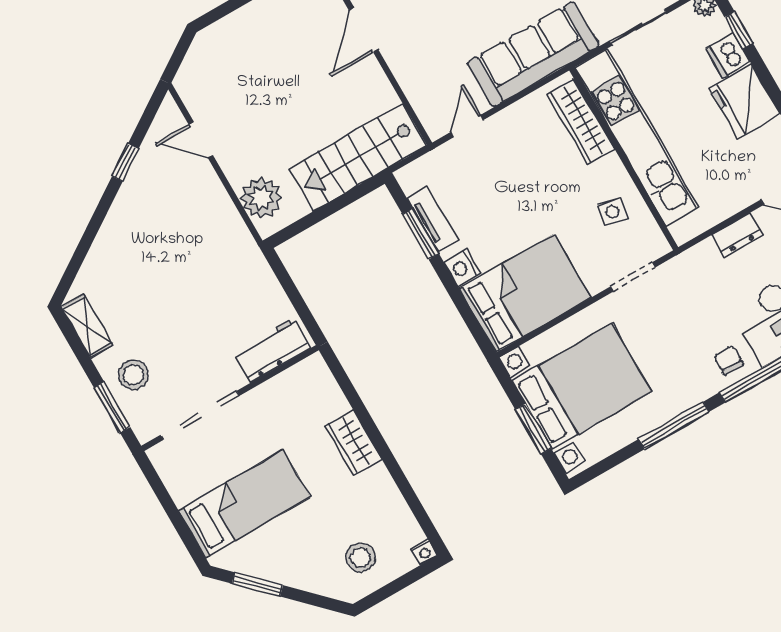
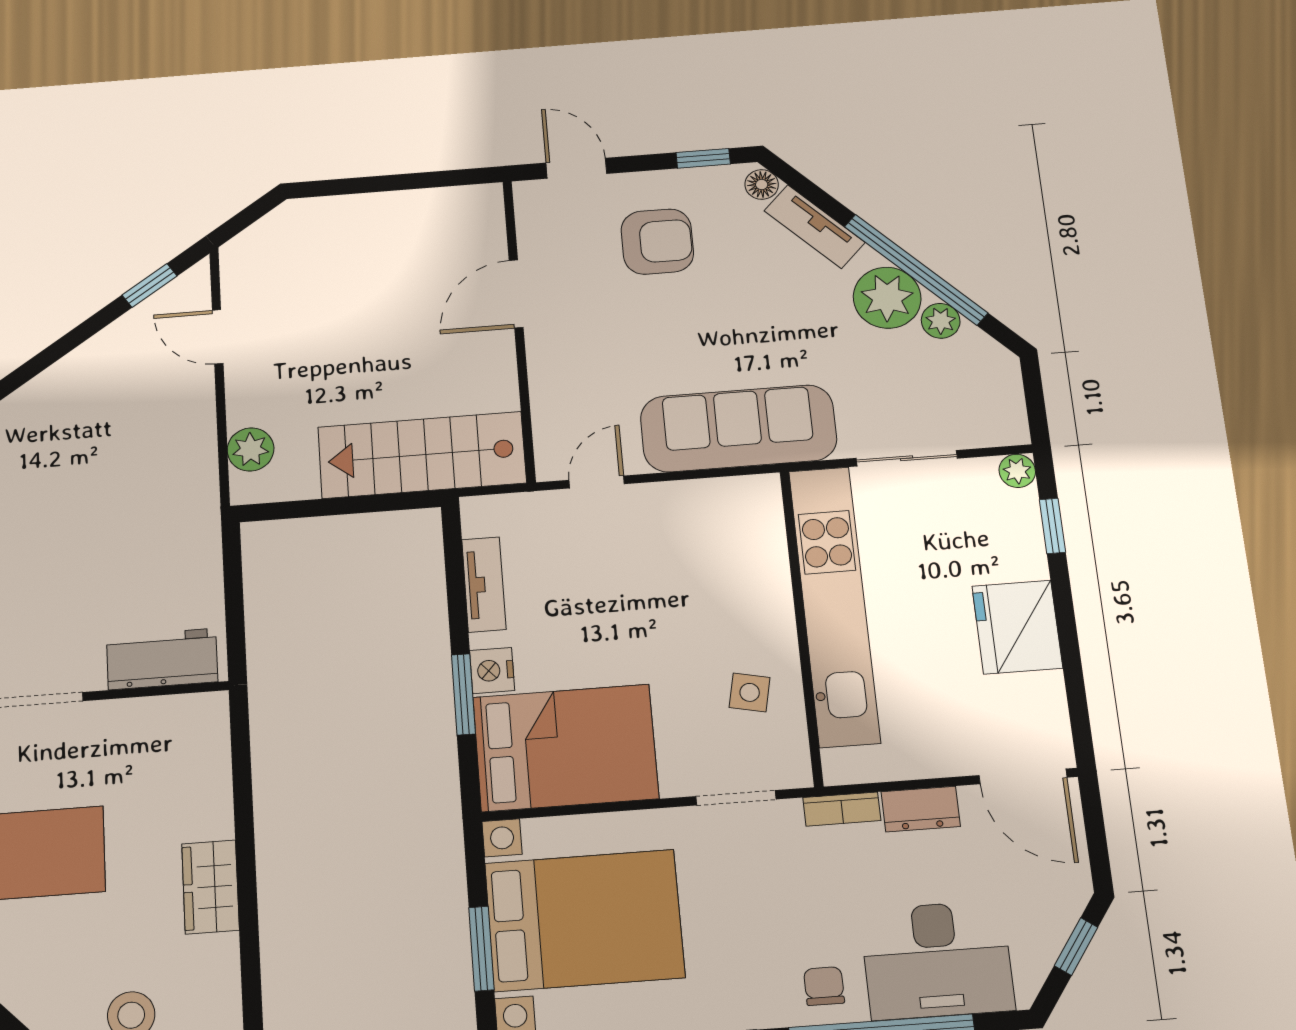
dishwasher: (728, 55) -> (1021, 553), removed
wardrobe: (581, 121) -> (763, 547), removed
window: (125, 162) -> (150, 285), moved
plant: (261, 198) -> (251, 449), width x0.73, depth x0.73
window: (421, 234) -> (463, 694), moved
bookcase: (694, 256) -> (842, 809), added
wardrobe: (353, 442) -> (210, 887), moved

